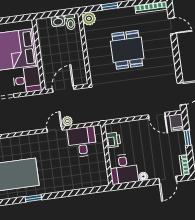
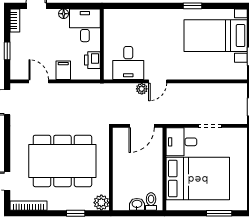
toilet: (70, 22) -> (151, 201), moved
dining table: (127, 50) -> (62, 161), width x1.88, depth x1.24
filing cabinet: (177, 123) -> (63, 70), moved

